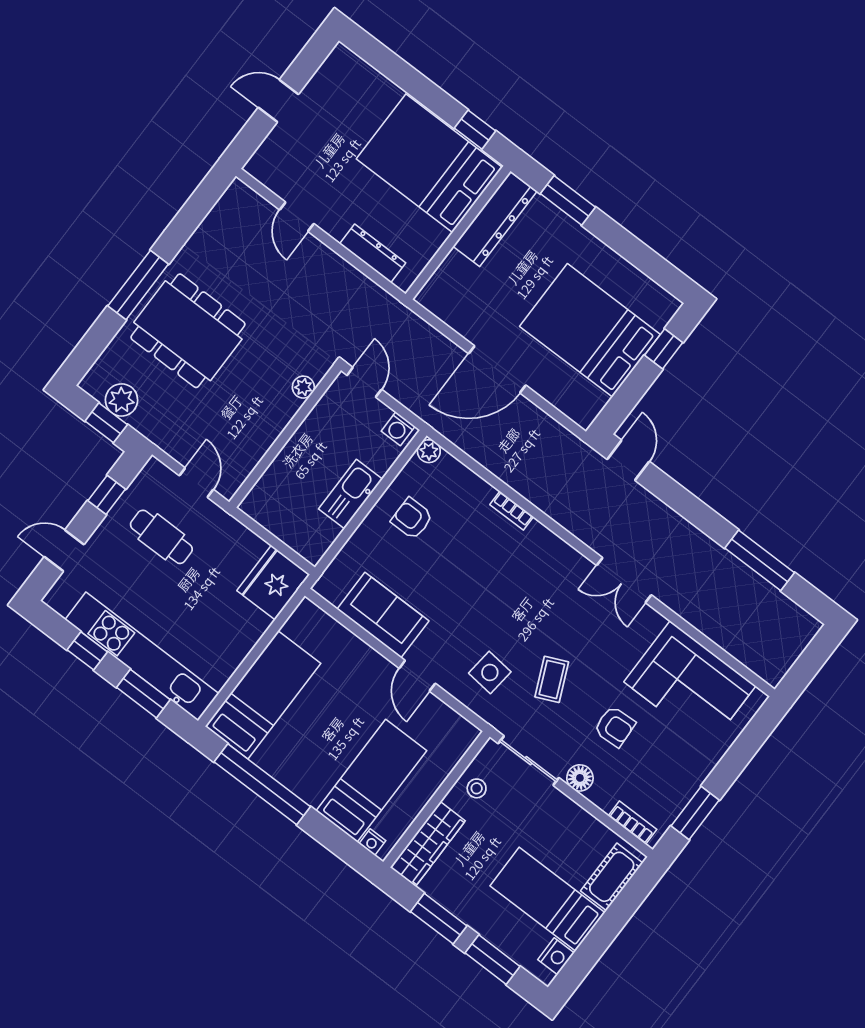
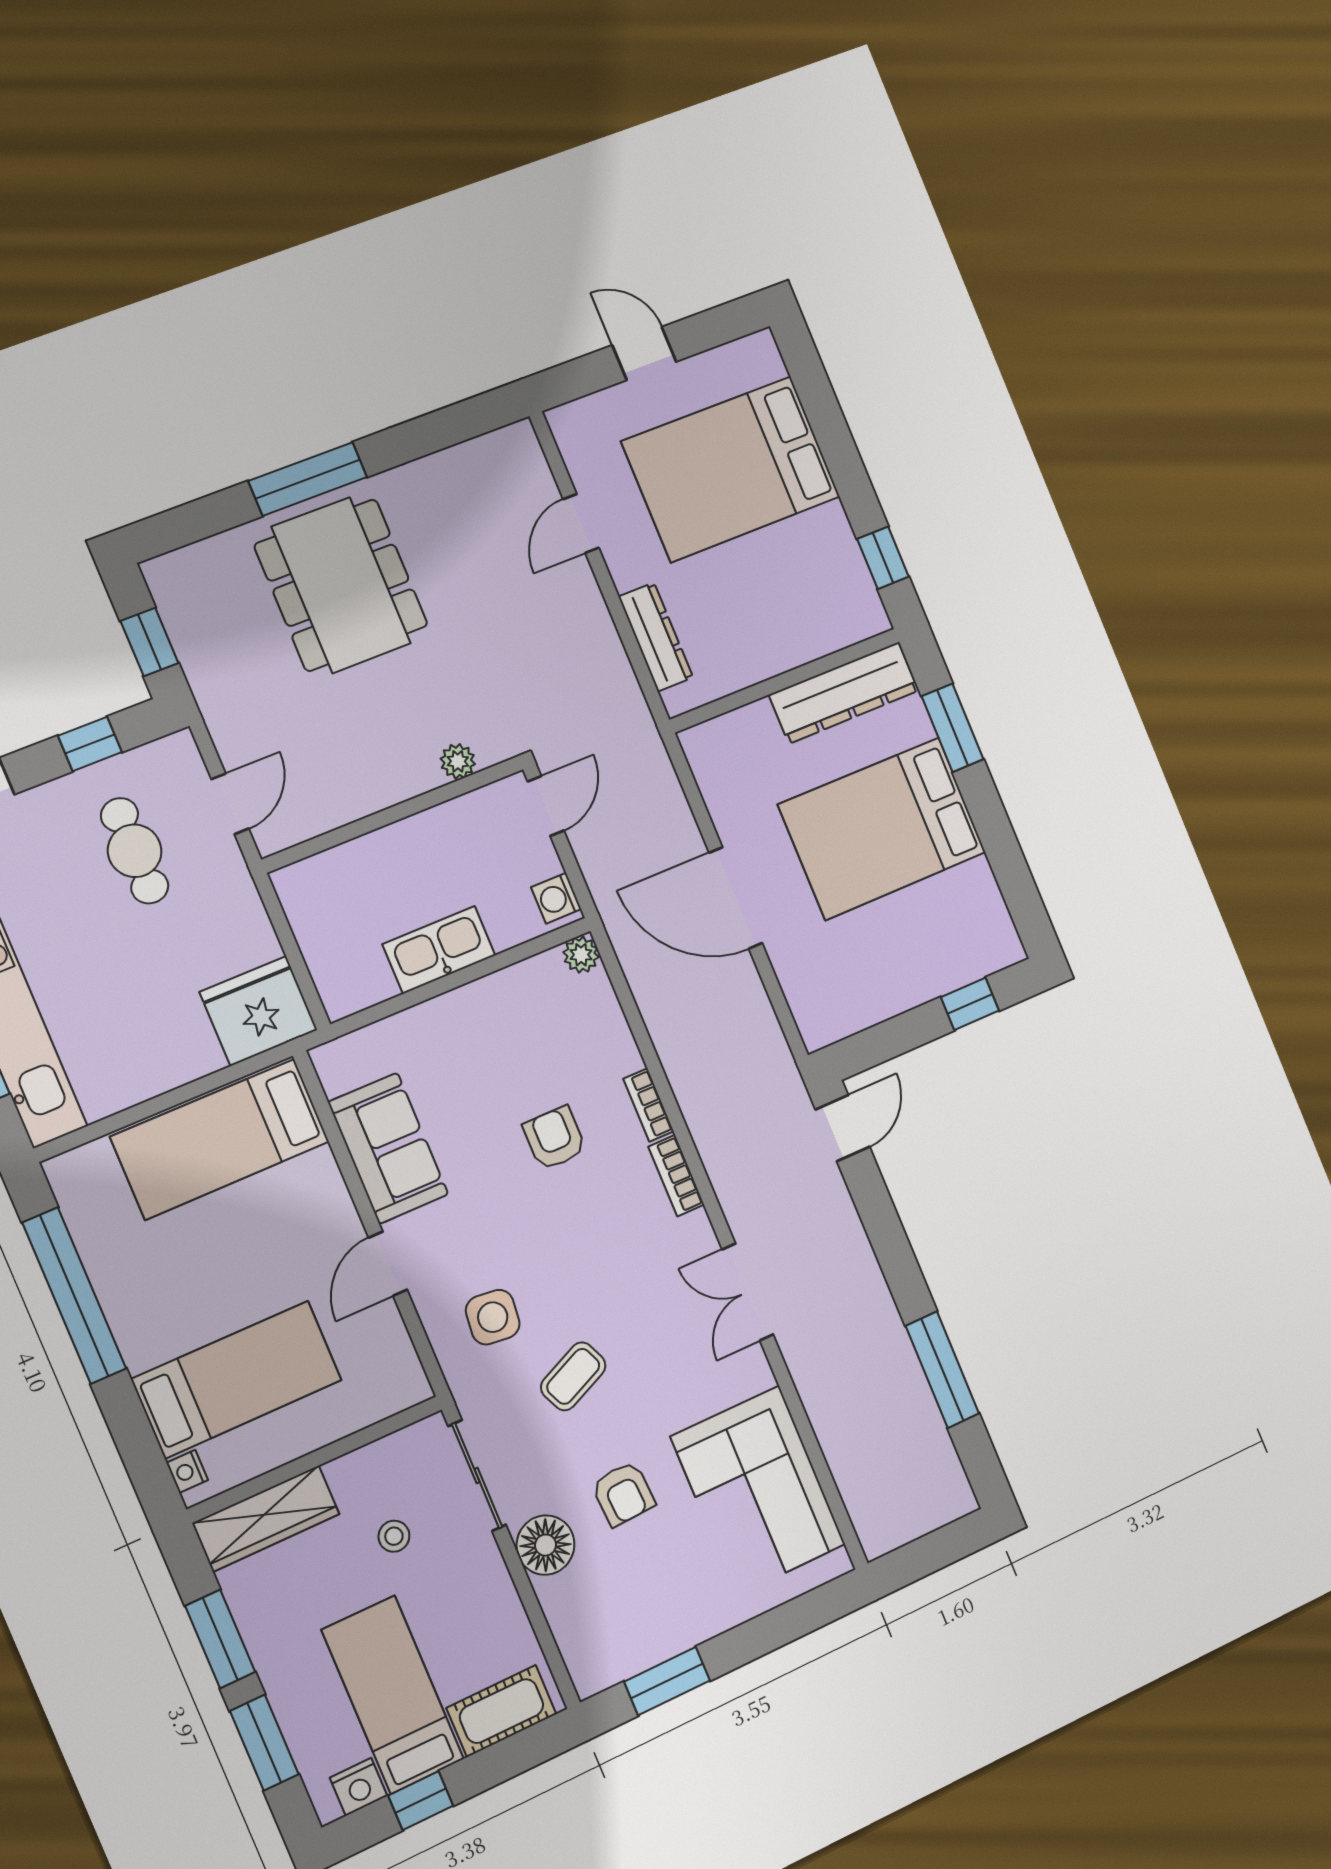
bed: (429, 163) -> (731, 469), moved, turned -90
bed: (590, 330) -> (882, 829), moved, turned -90
plant: (122, 400) -> (190, 623), removed
armchair: (412, 519) -> (554, 1138), moved
bed: (263, 695) -> (220, 1139), moved, turned 180
floor lamp: (580, 778) -> (546, 1545), width x1.38, depth x1.38
stool: (477, 788) -> (394, 1536), moved
bookcase: (633, 823) -> (676, 1176), moved, turned 180
window: (594, 946) -> (421, 1801), added

